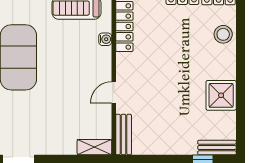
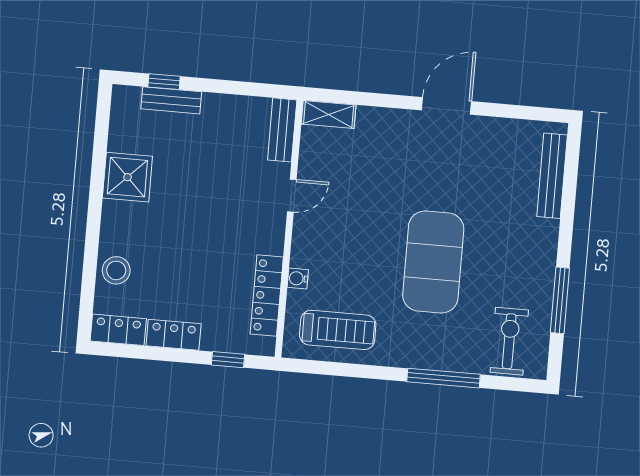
bench: (217, 148) -> (171, 100), moved

